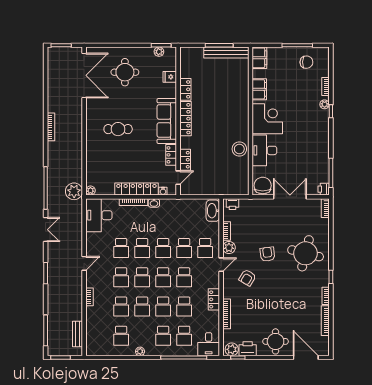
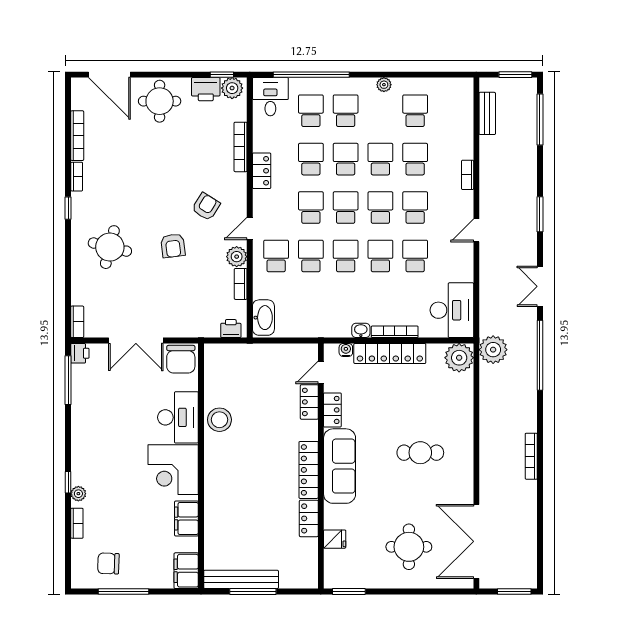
plant: (159, 52) -> (352, 581), removed
plant: (90, 191) -> (459, 358), width x1.88, depth x1.88
round table: (306, 253) -> (110, 247), width x0.73, depth x0.73

